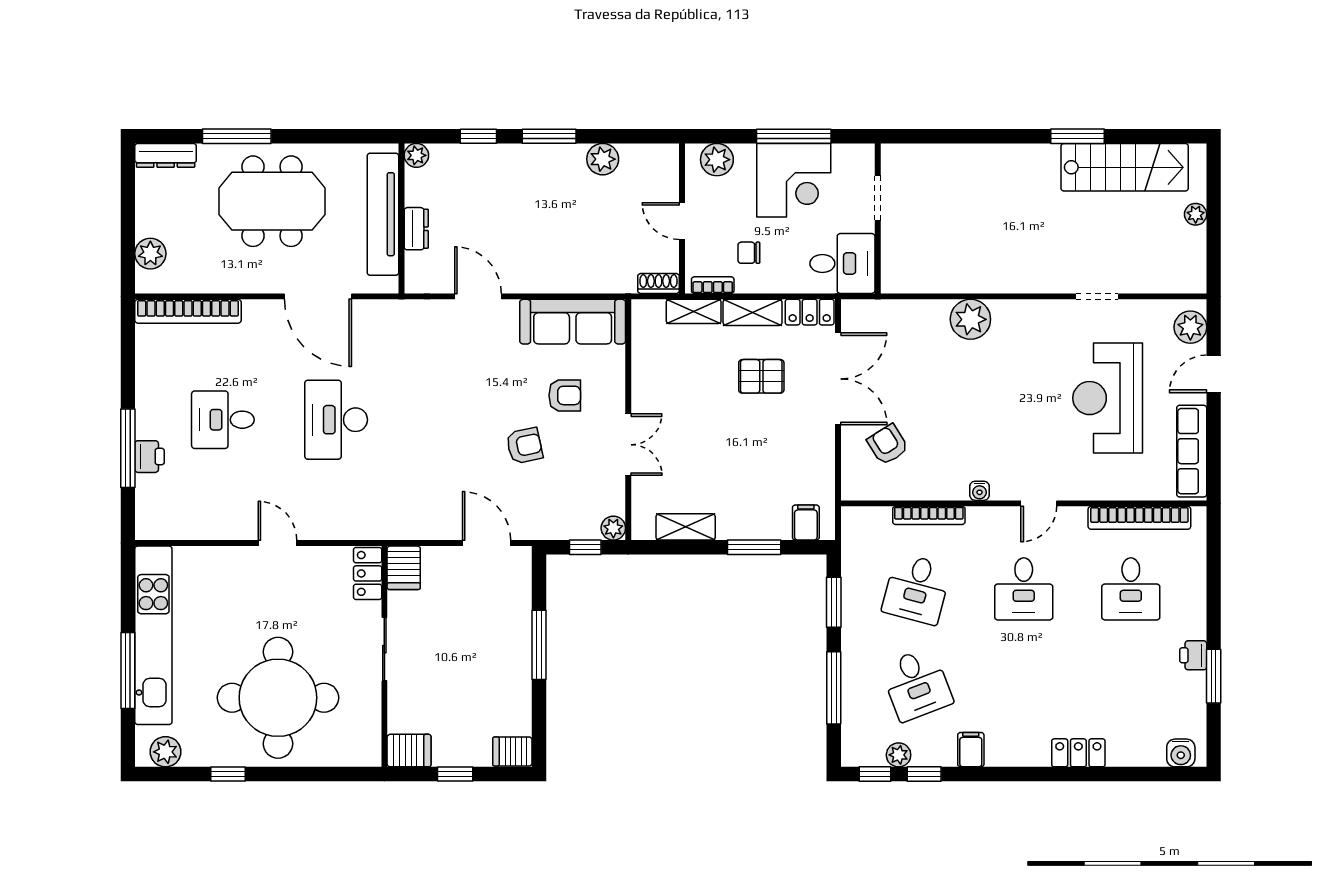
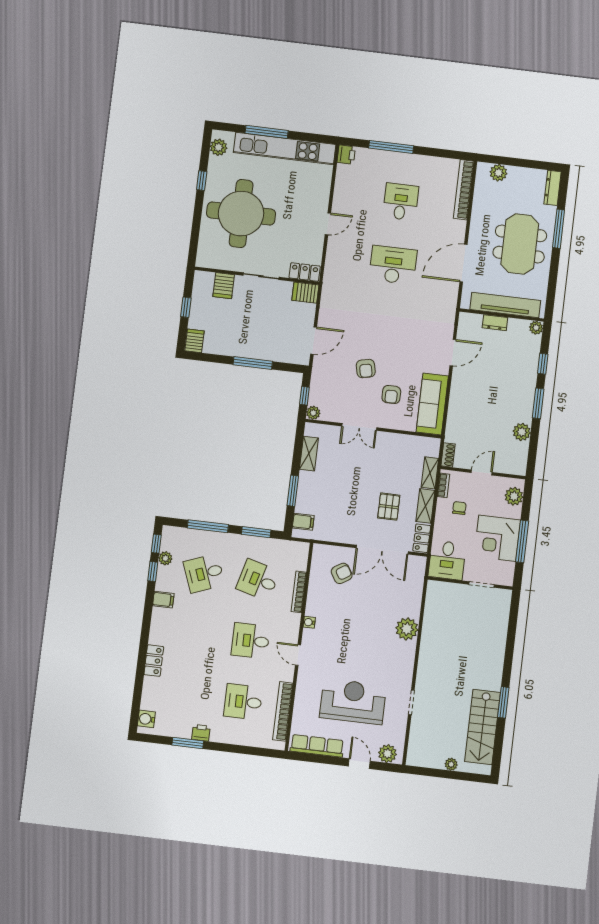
printer: (150, 457) -> (346, 155), moved, turned -90
server rack: (409, 751) -> (224, 286), moved

